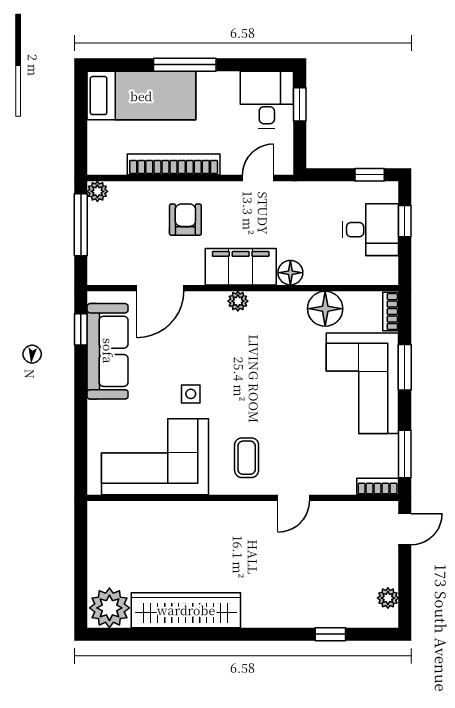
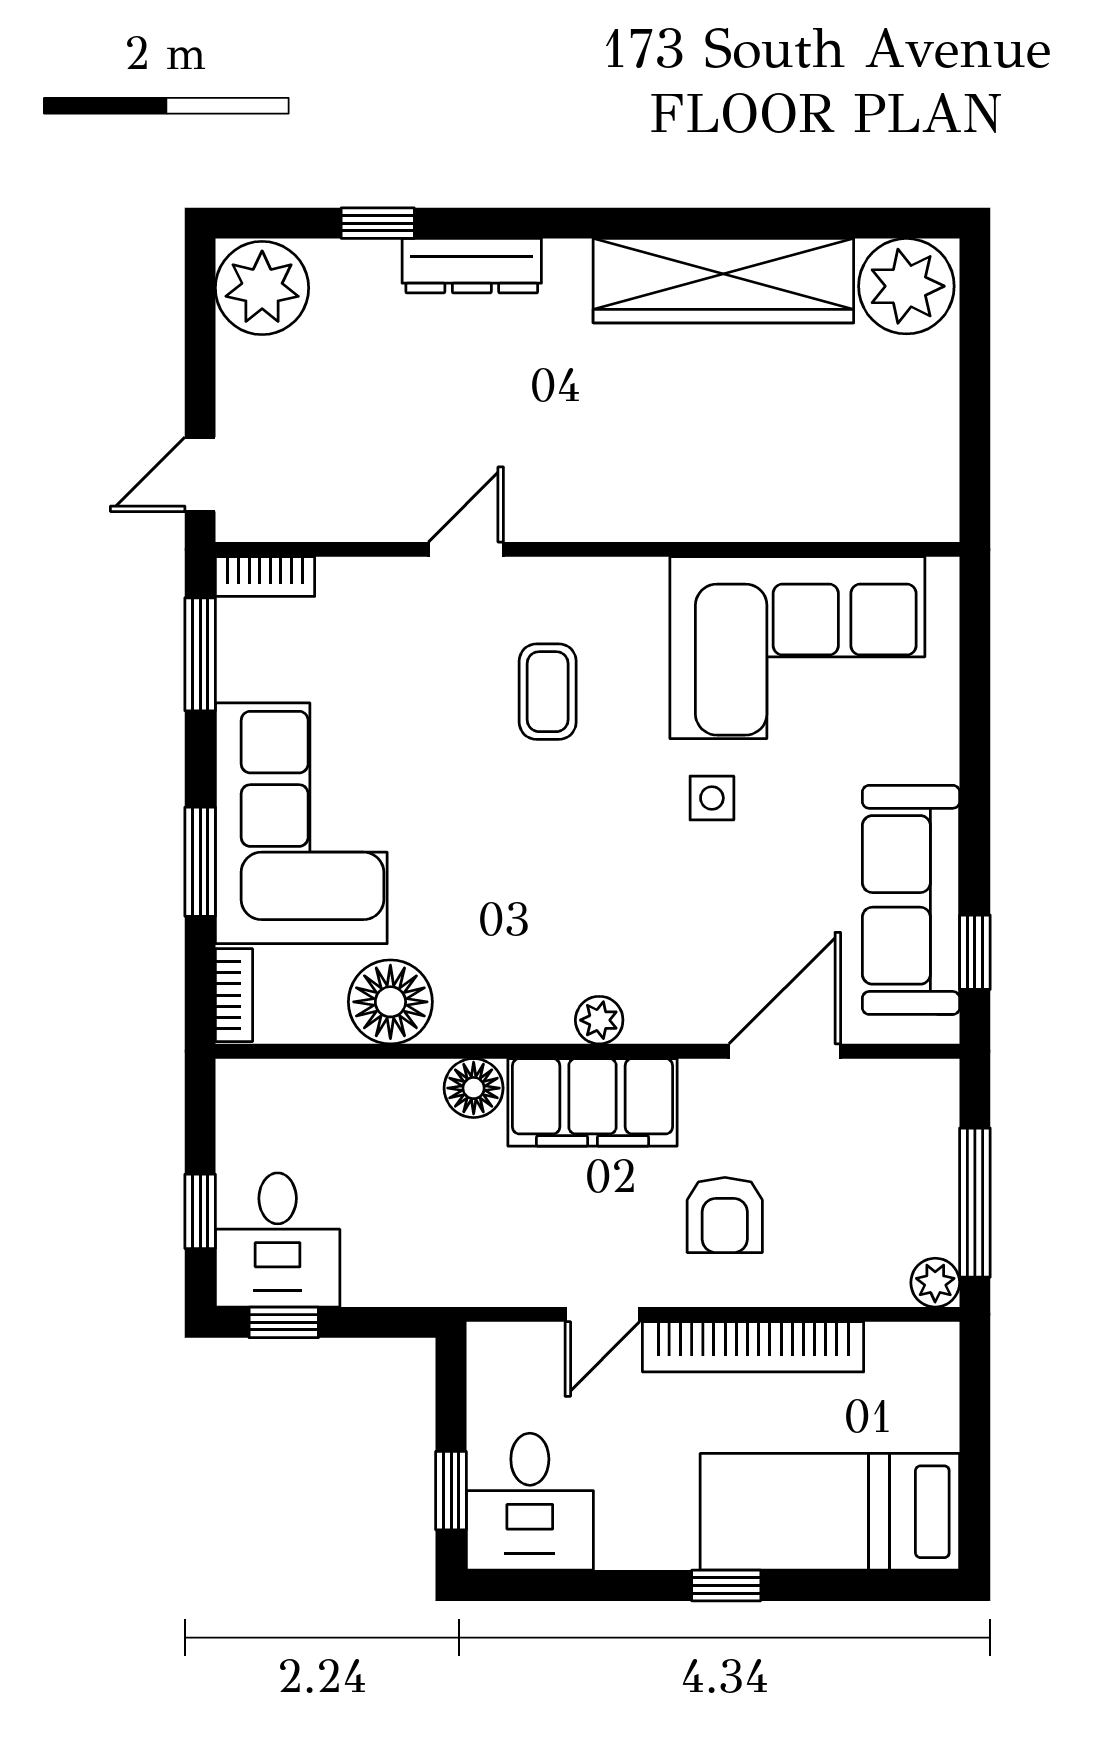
window: (185, 65) -> (726, 1585), width x0.46
door: (258, 178) -> (602, 1314), moved
desk: (370, 230) -> (278, 1240), moved, turned -90
coffee table: (247, 458) -> (548, 692), moved
plant: (388, 598) -> (262, 288), width x1.87, depth x1.87
dresser: (291, 616) -> (472, 266), added

